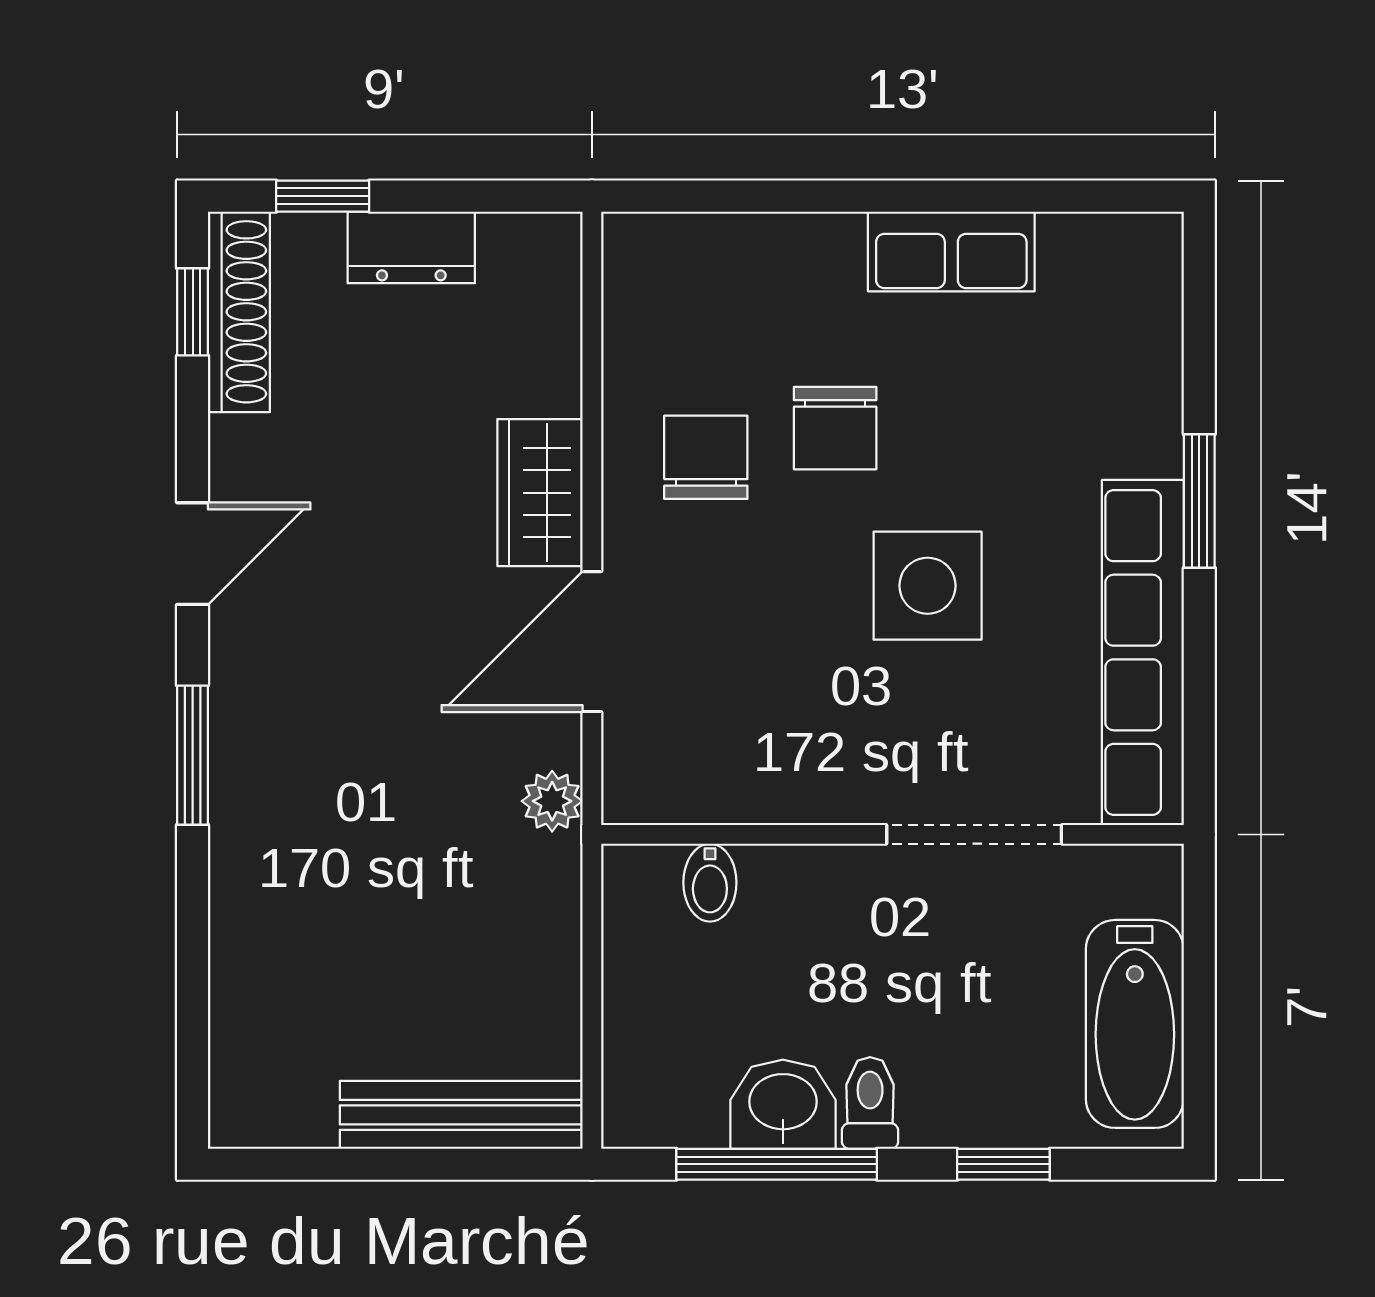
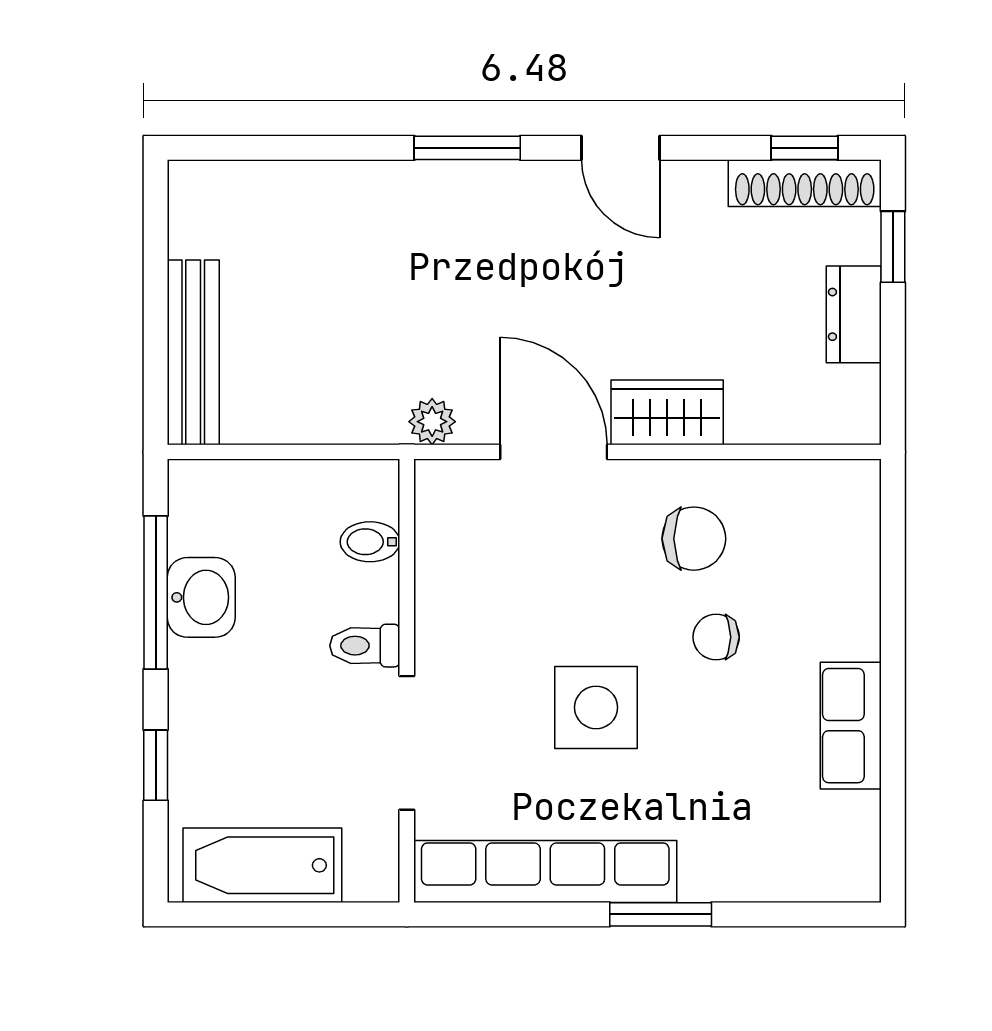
chair: (835, 428) -> (716, 637), width x0.73, depth x0.73
toilet: (870, 1103) -> (365, 646), moved, turned 180

